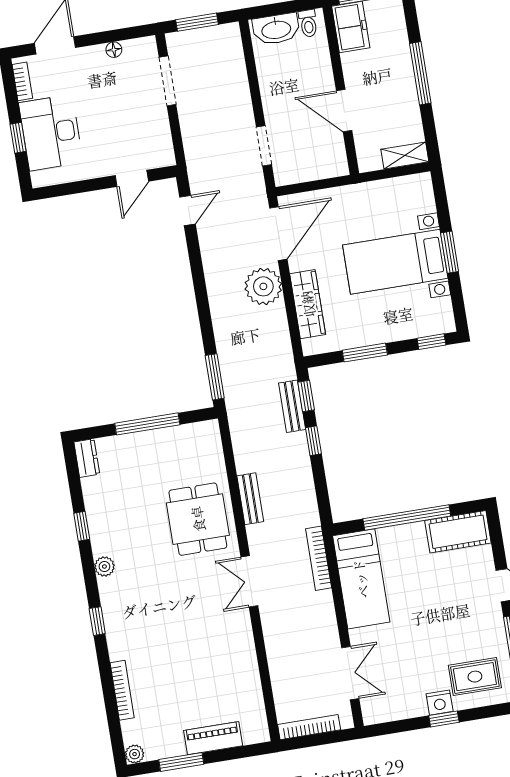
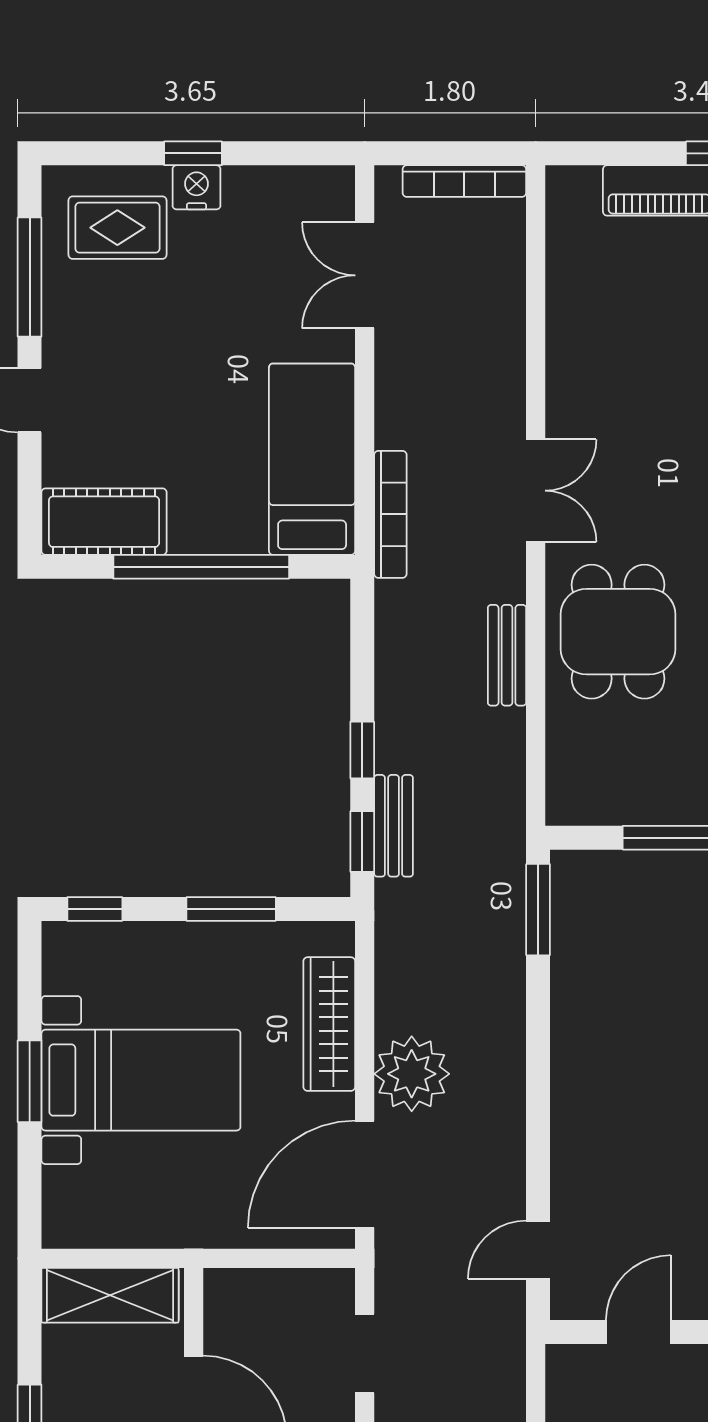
shelving: (405, 156) -> (110, 1295), width x1.50, depth x1.33

